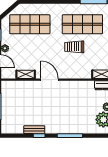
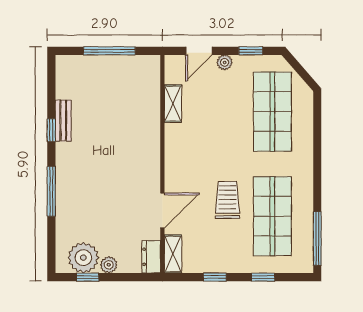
door: (49, 80) -> (162, 211), moved

